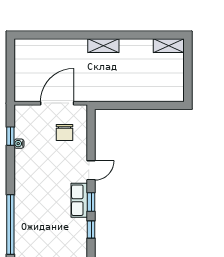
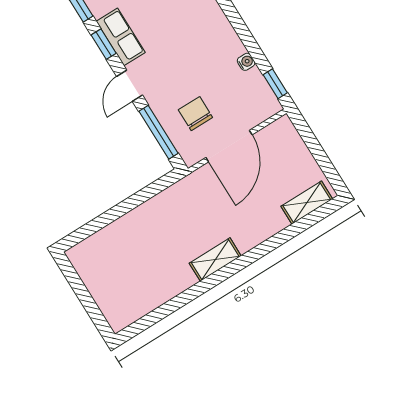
shelving: (169, 46) -> (307, 203), moved
window: (91, 135) -> (159, 132), added
window: (10, 136) -> (275, 84), moved

